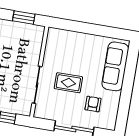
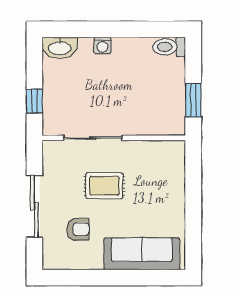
rug: (68, 83) -> (104, 186), turned 90

